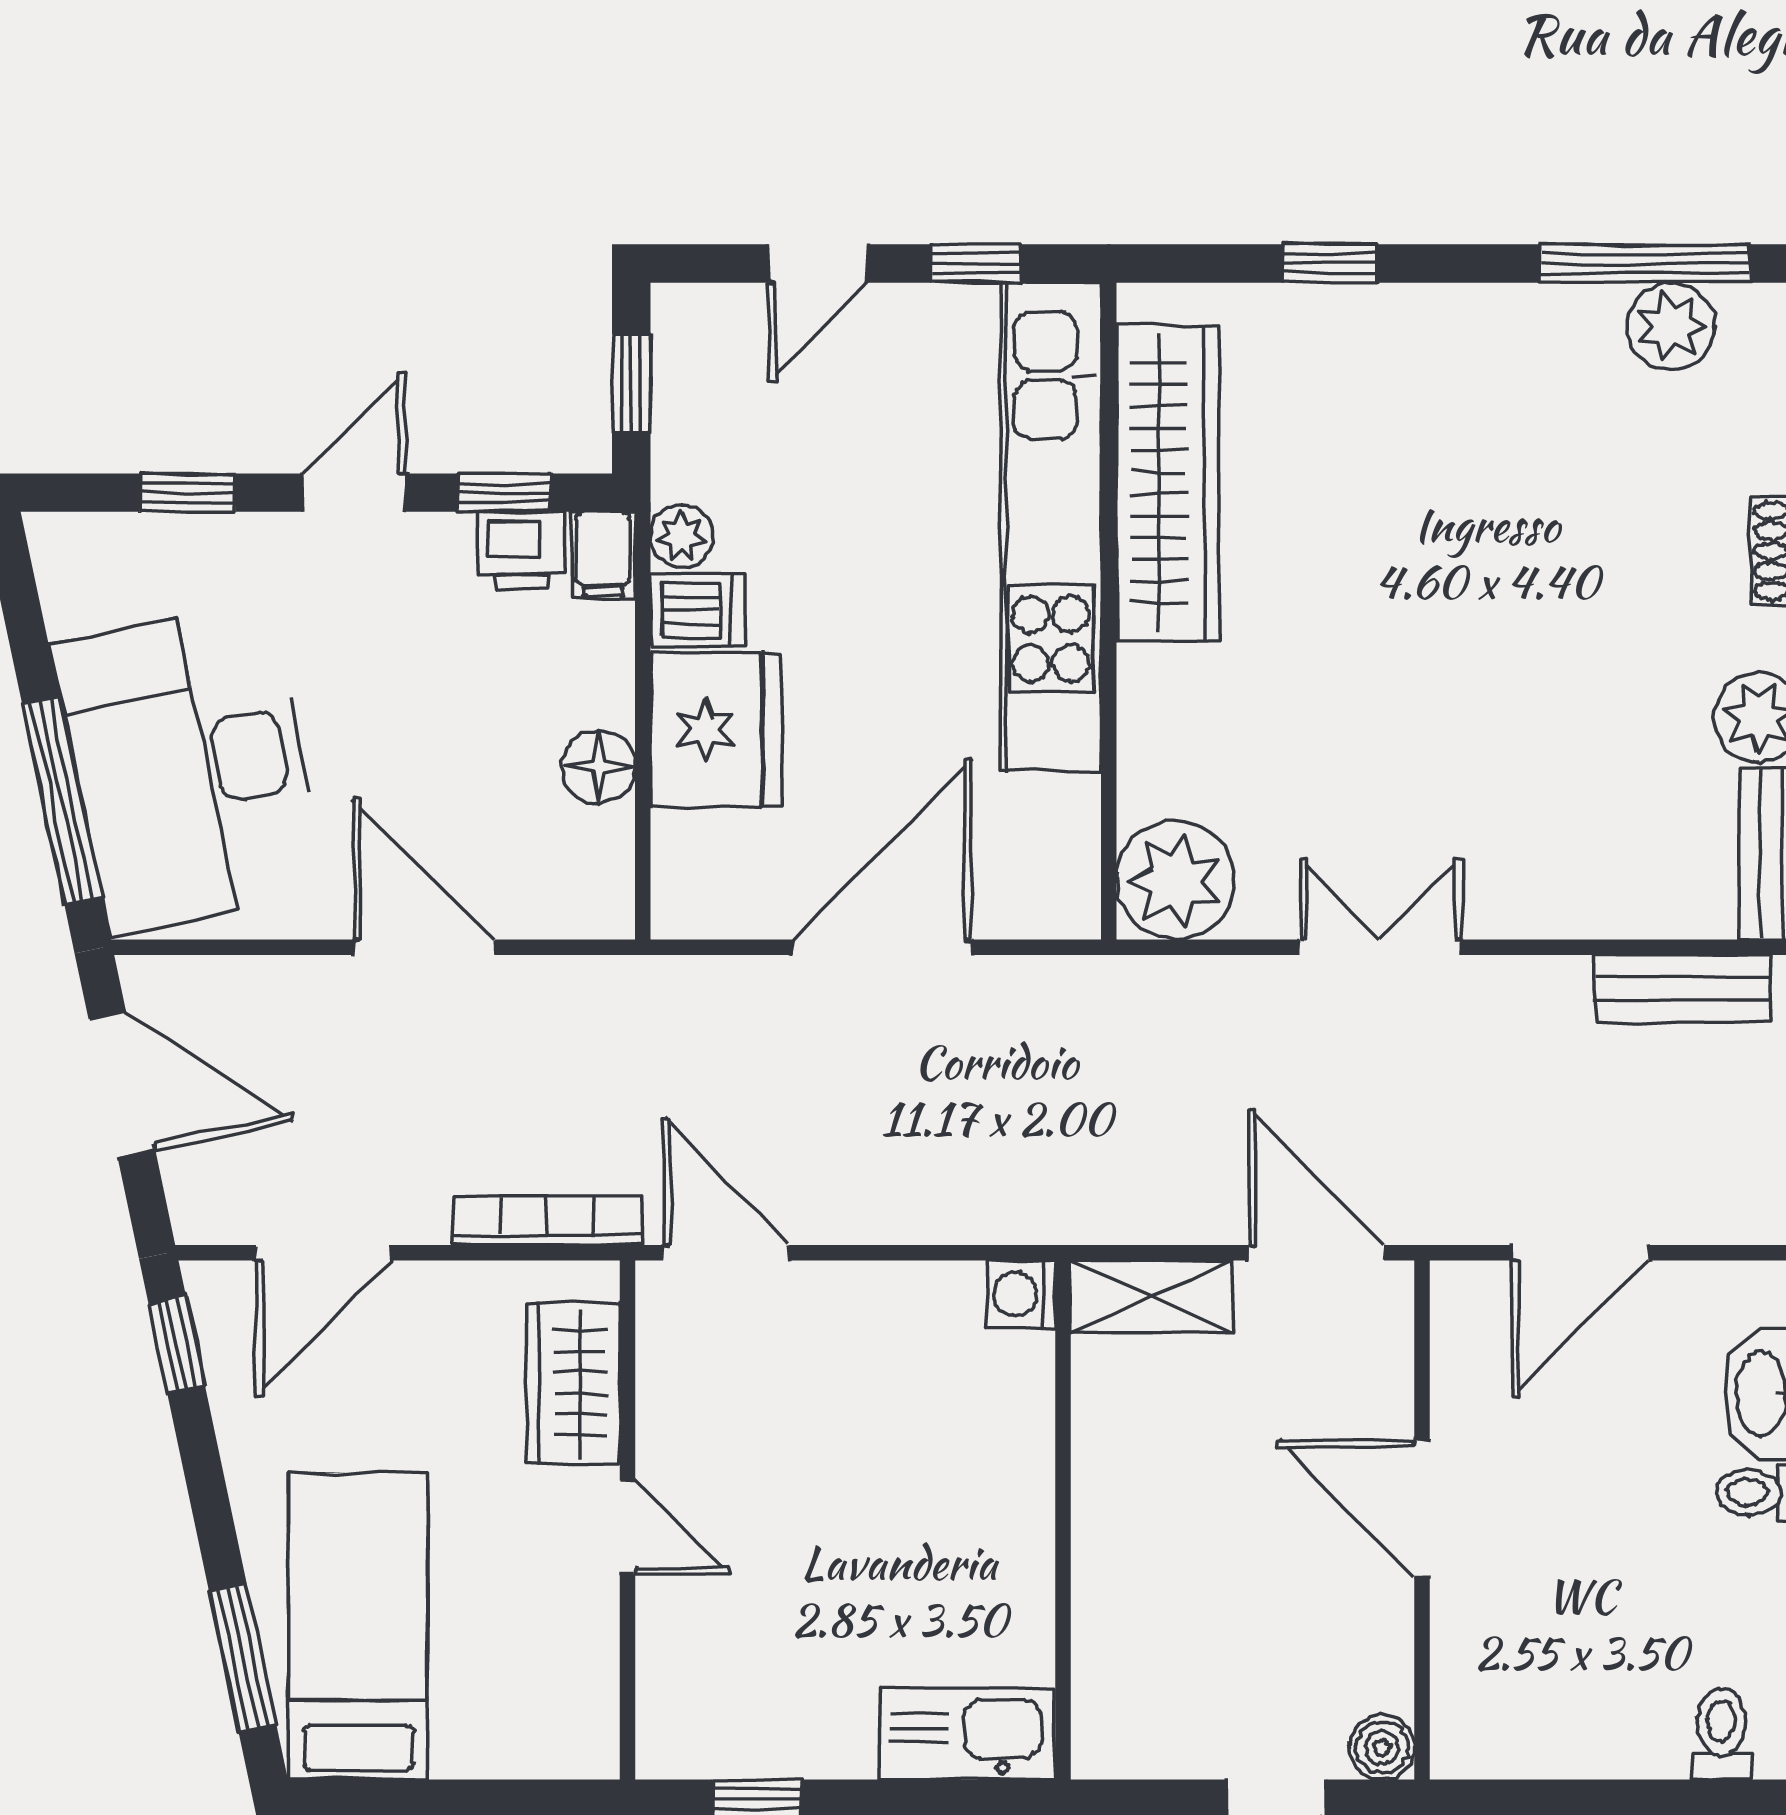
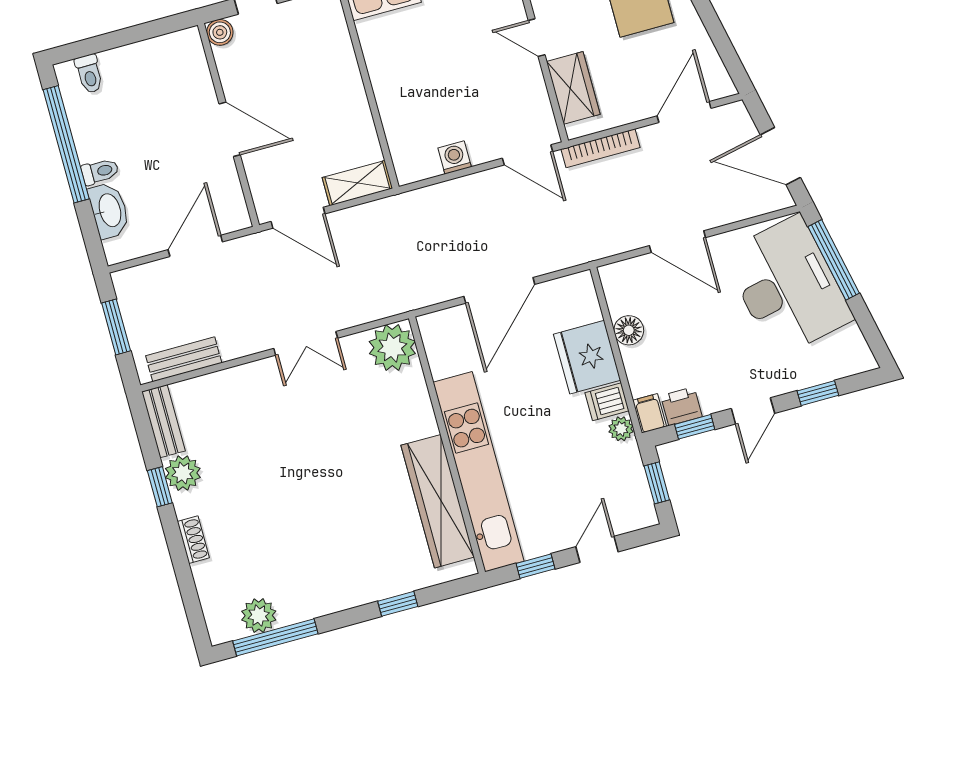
washing machine: (1021, 1294) -> (455, 157), moved, turned -90
window: (177, 1345) -> (731, 61), removed

